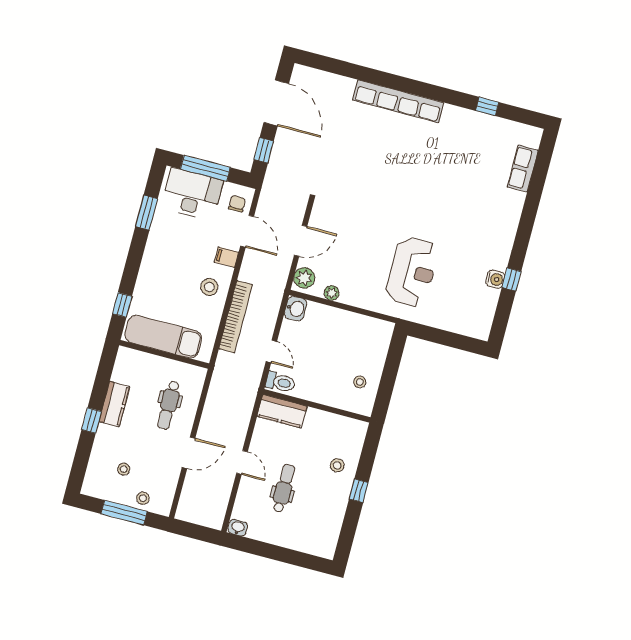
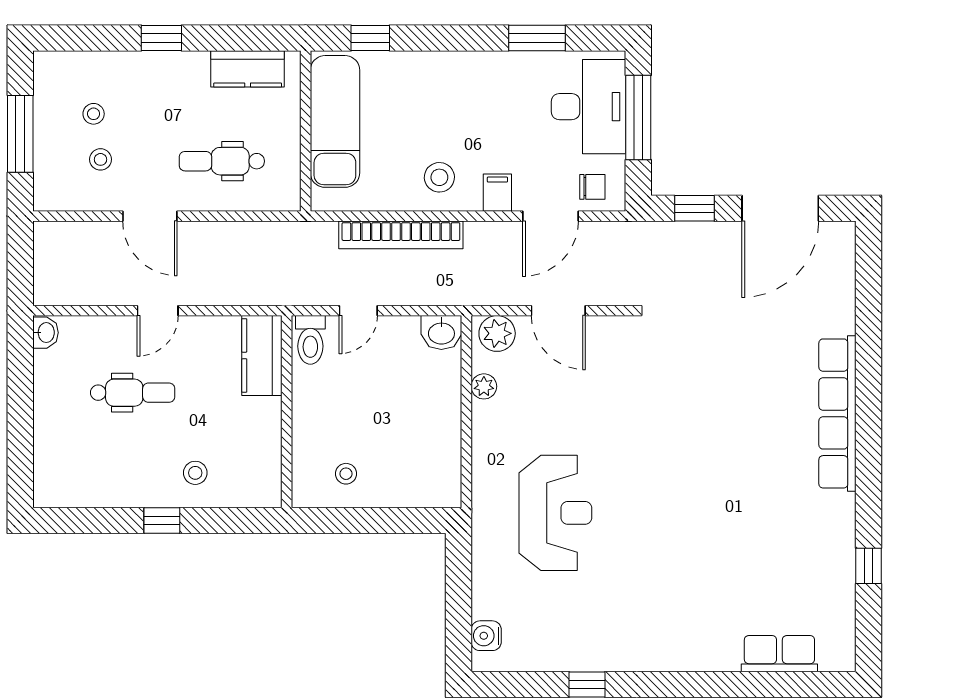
reception desk: (412, 272) -> (555, 513), turned -90
water cooler: (495, 279) -> (486, 636), moved, turned 90
kitchen counter: (114, 404) -> (248, 69), moved
stool: (143, 498) -> (101, 159), moved

